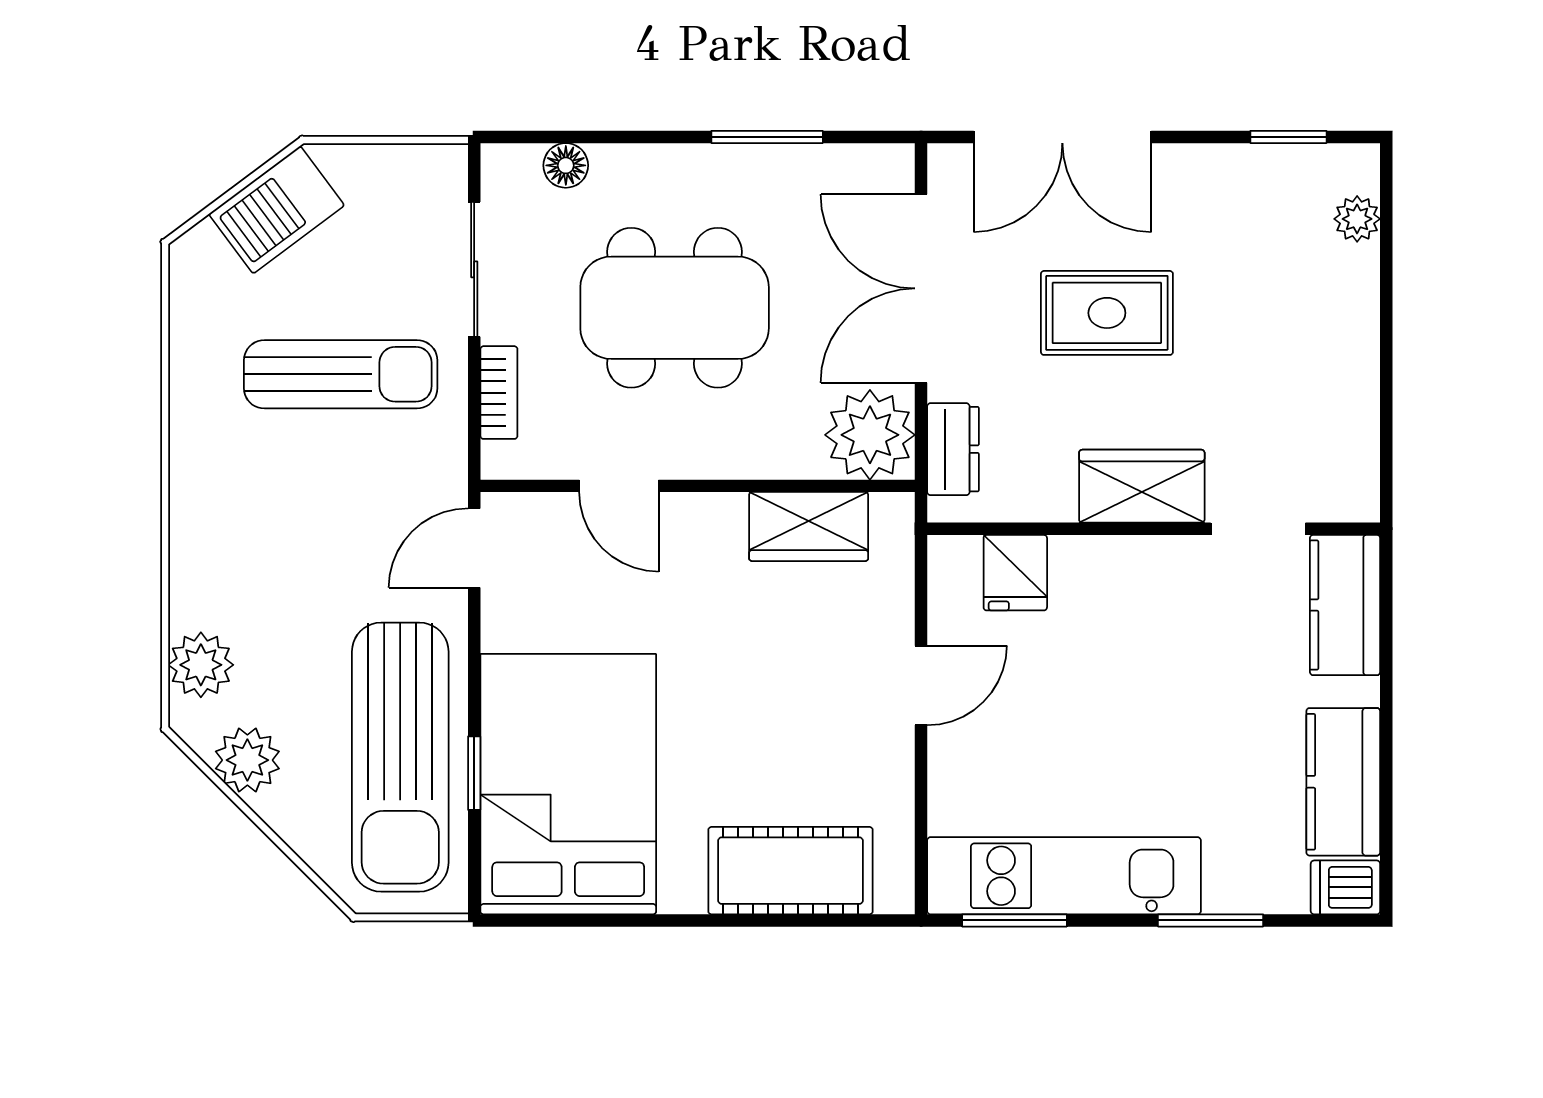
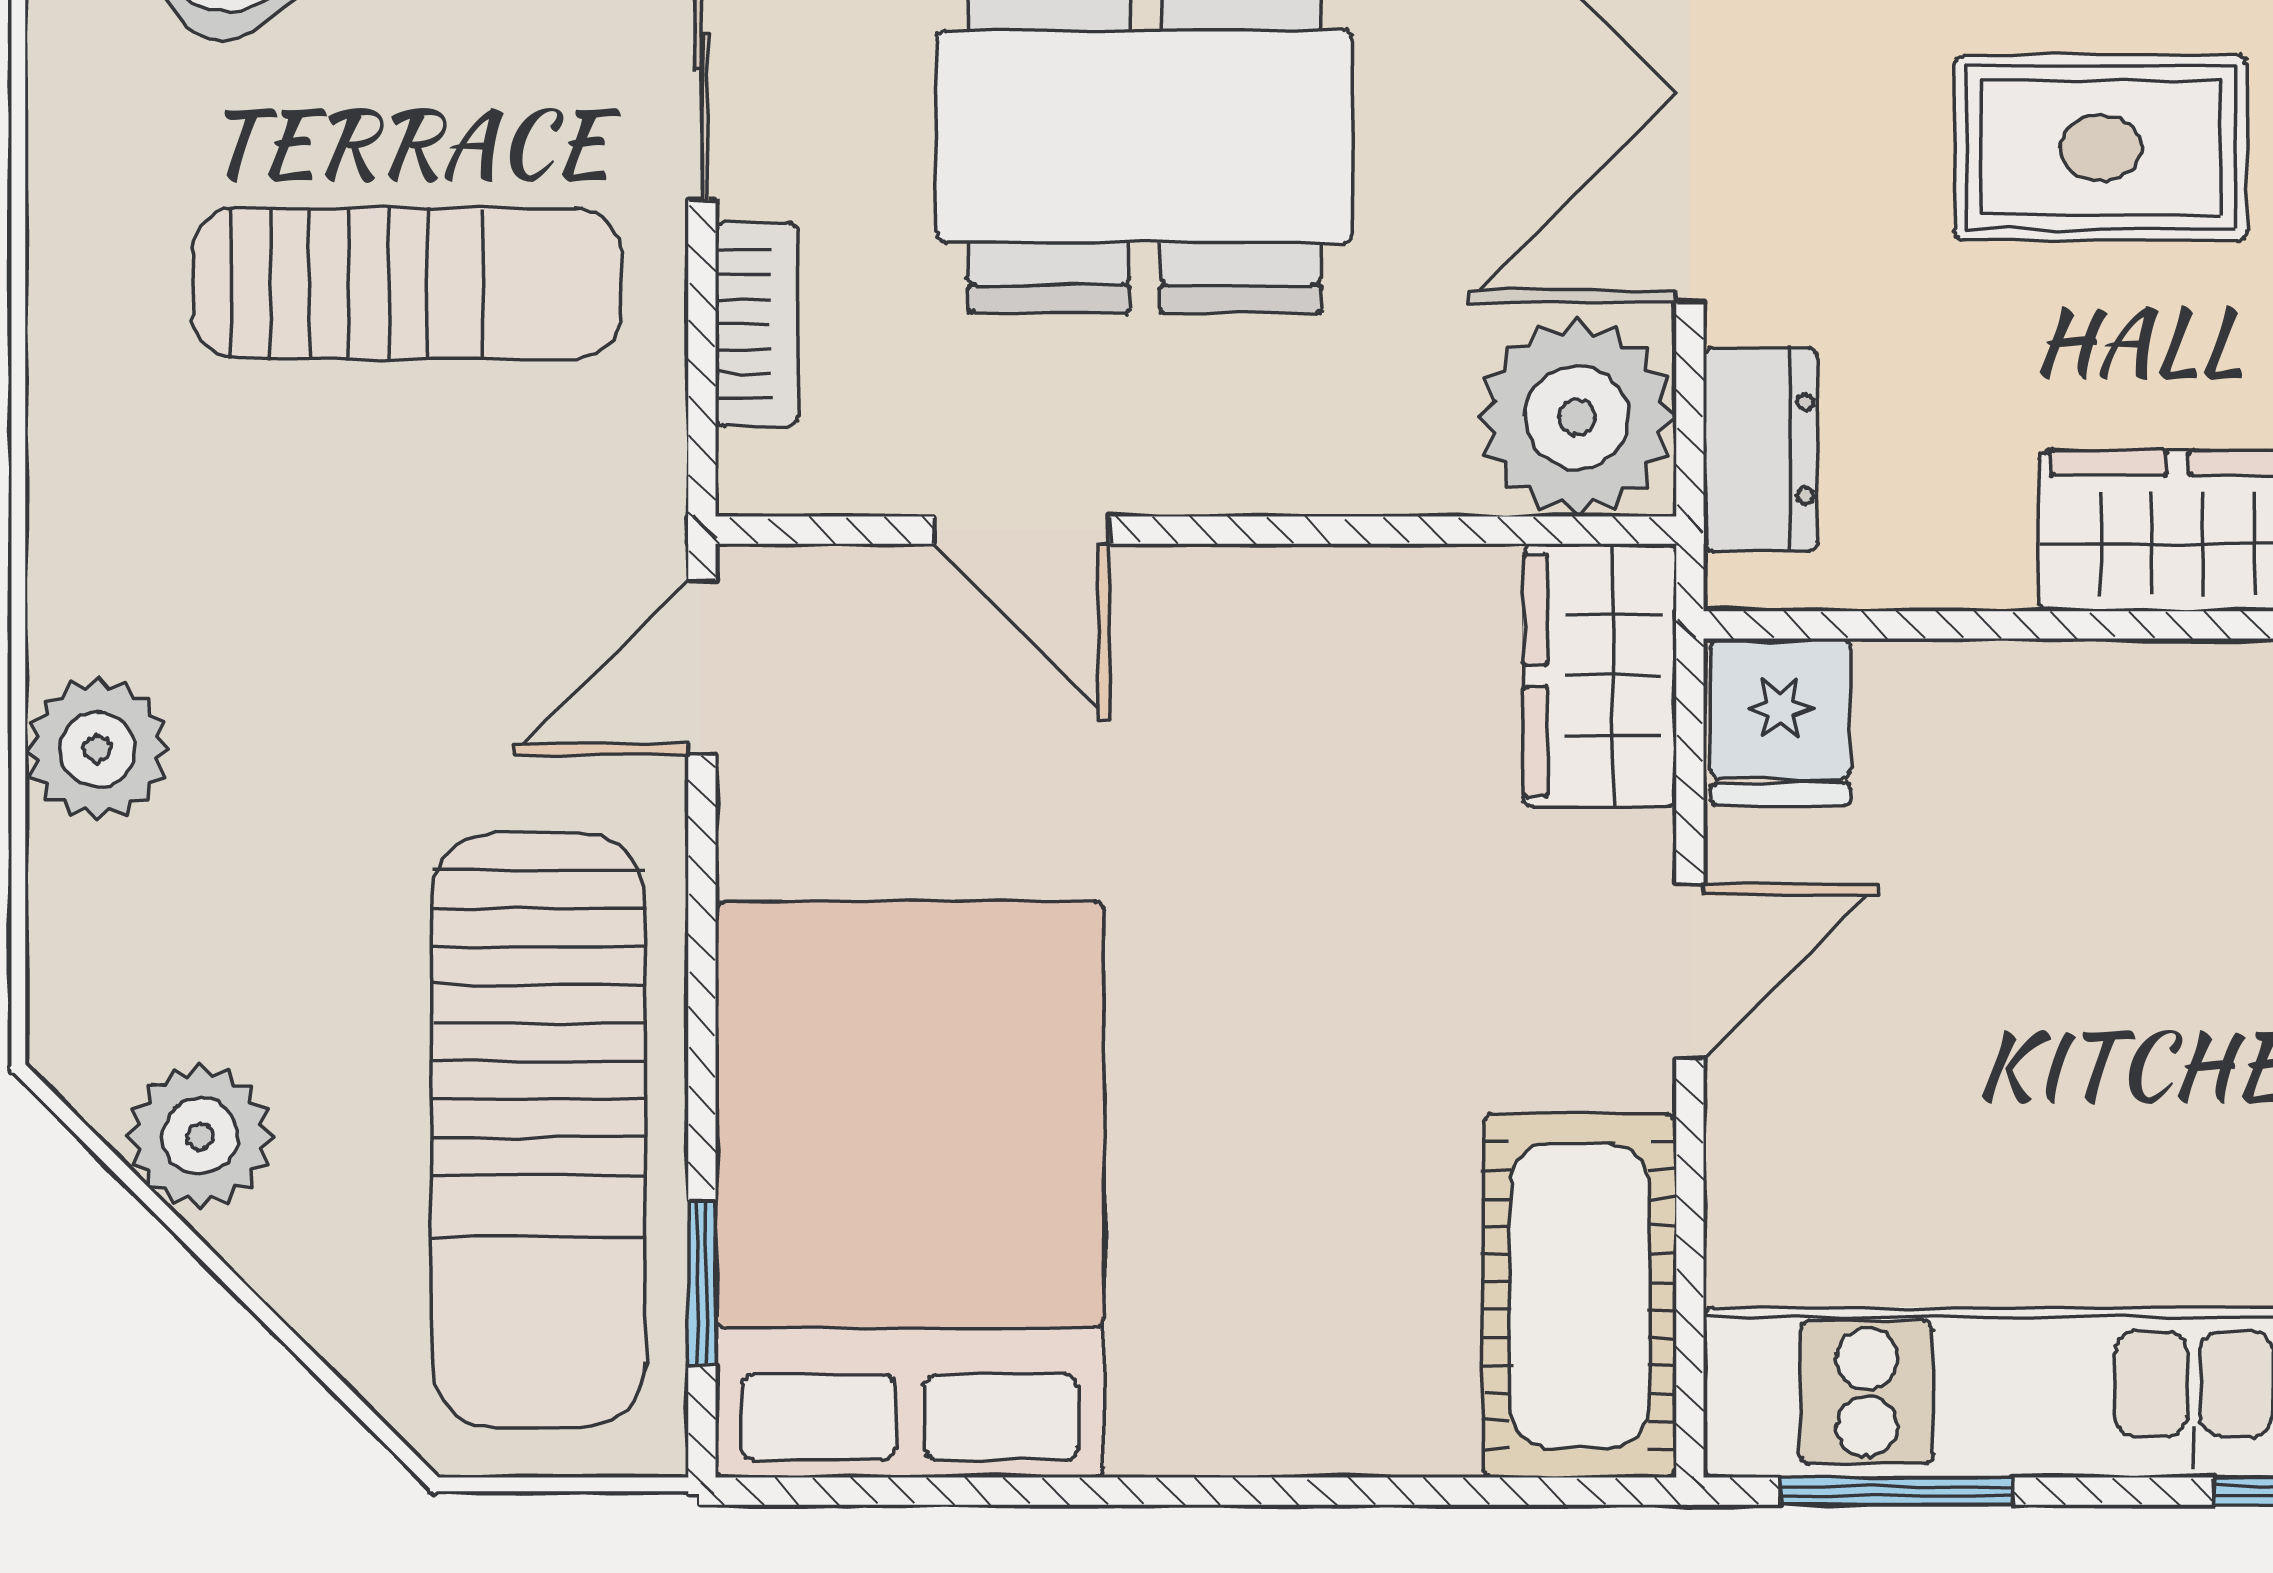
wardrobe: (809, 527) -> (1600, 676), moved, turned 90
fridge: (1015, 573) -> (1780, 722), moved
plant: (201, 665) -> (97, 749), moved
window: (474, 773) -> (702, 1282), moved
cot: (790, 871) -> (1580, 1296), moved, turned 90

